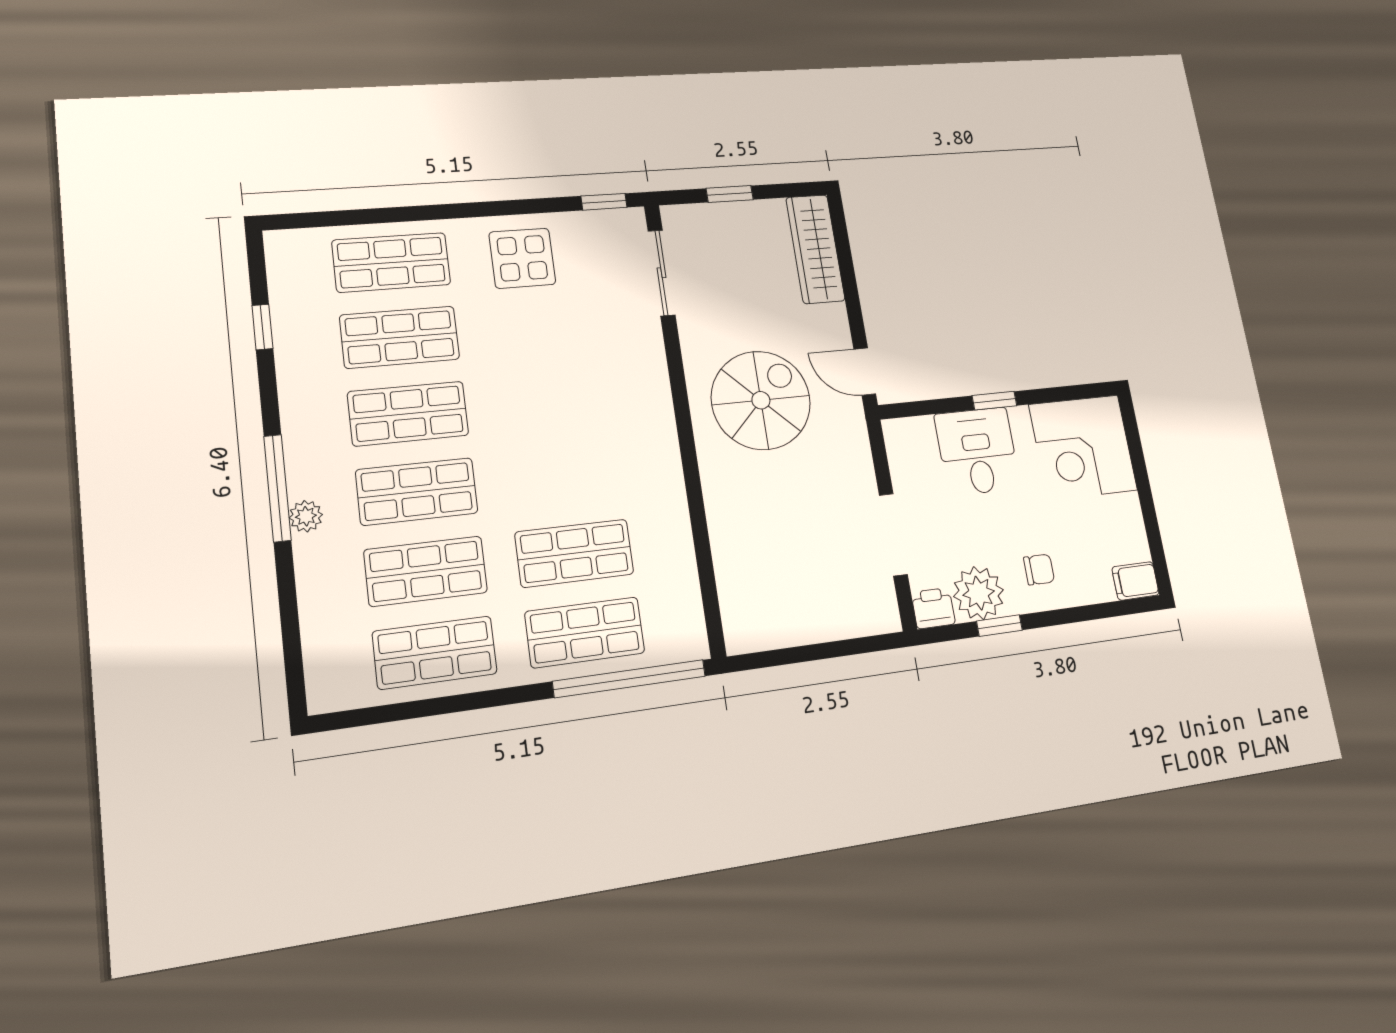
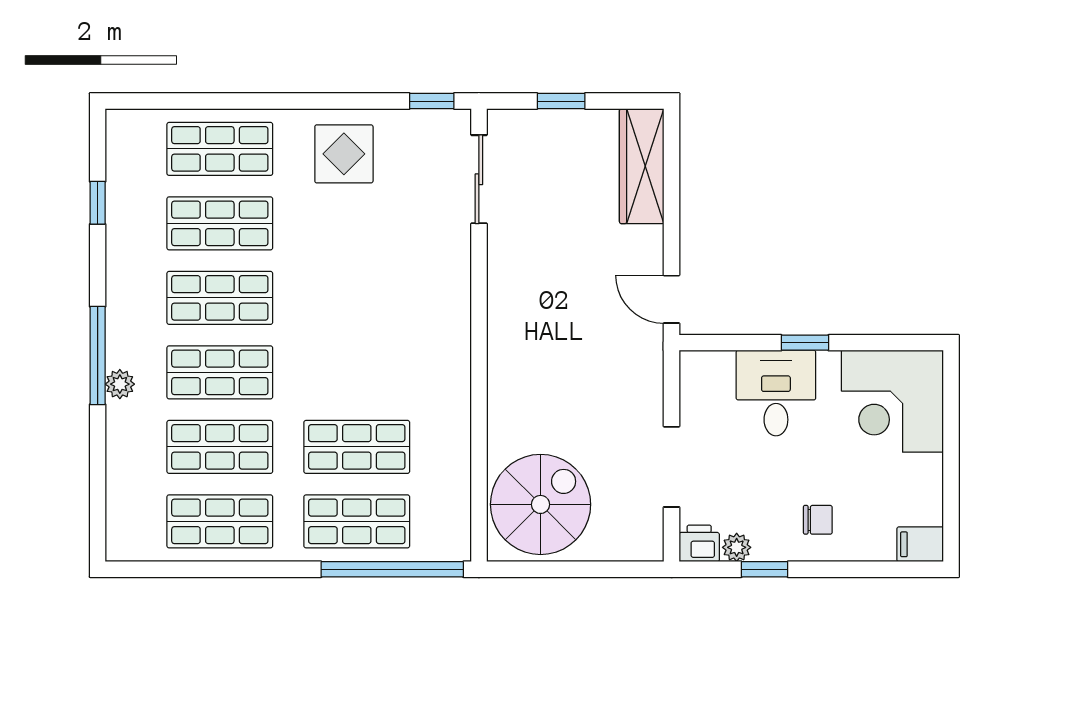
spiral stairs: (761, 400) -> (541, 504), moved
plant: (979, 593) -> (737, 547), width x0.53, depth x0.53

